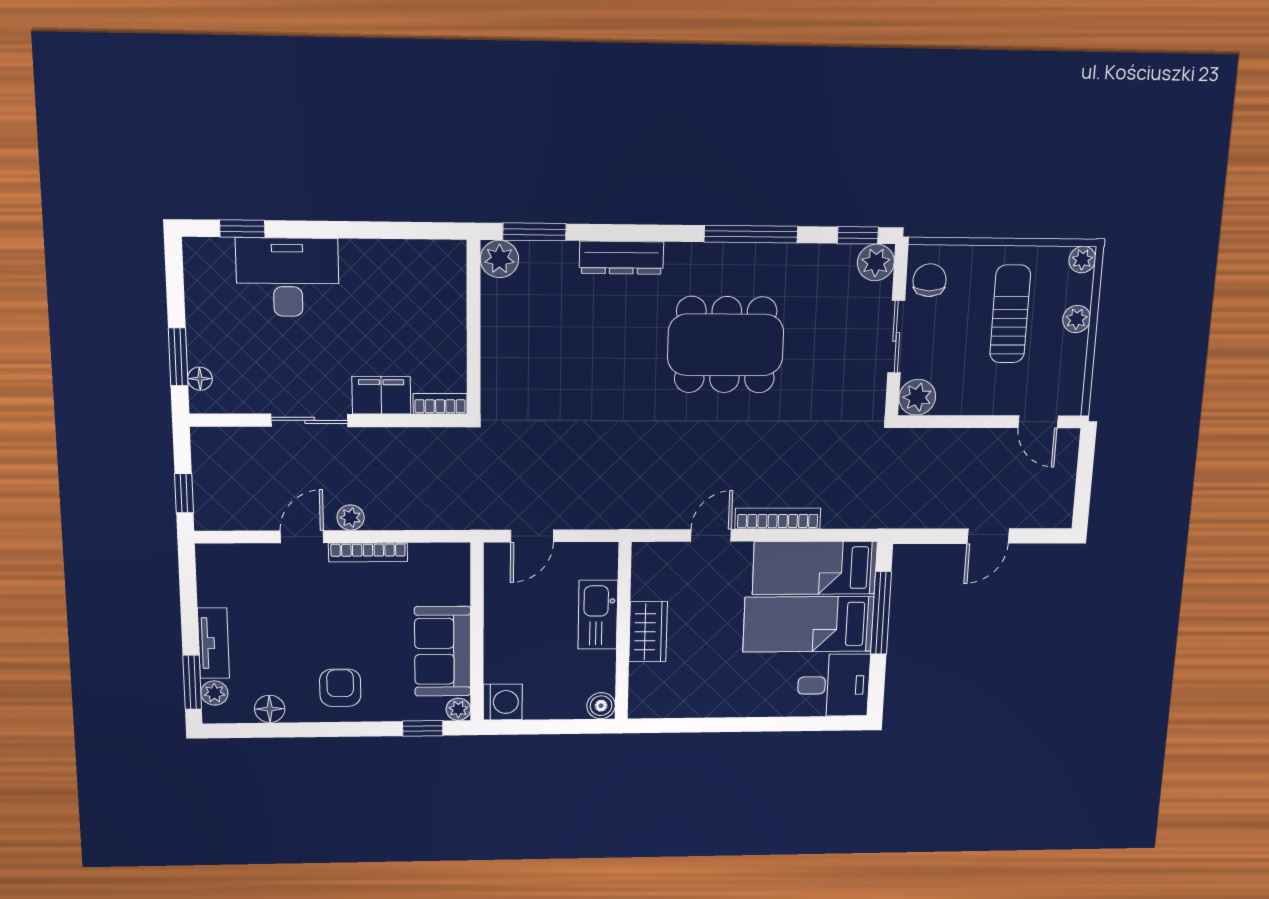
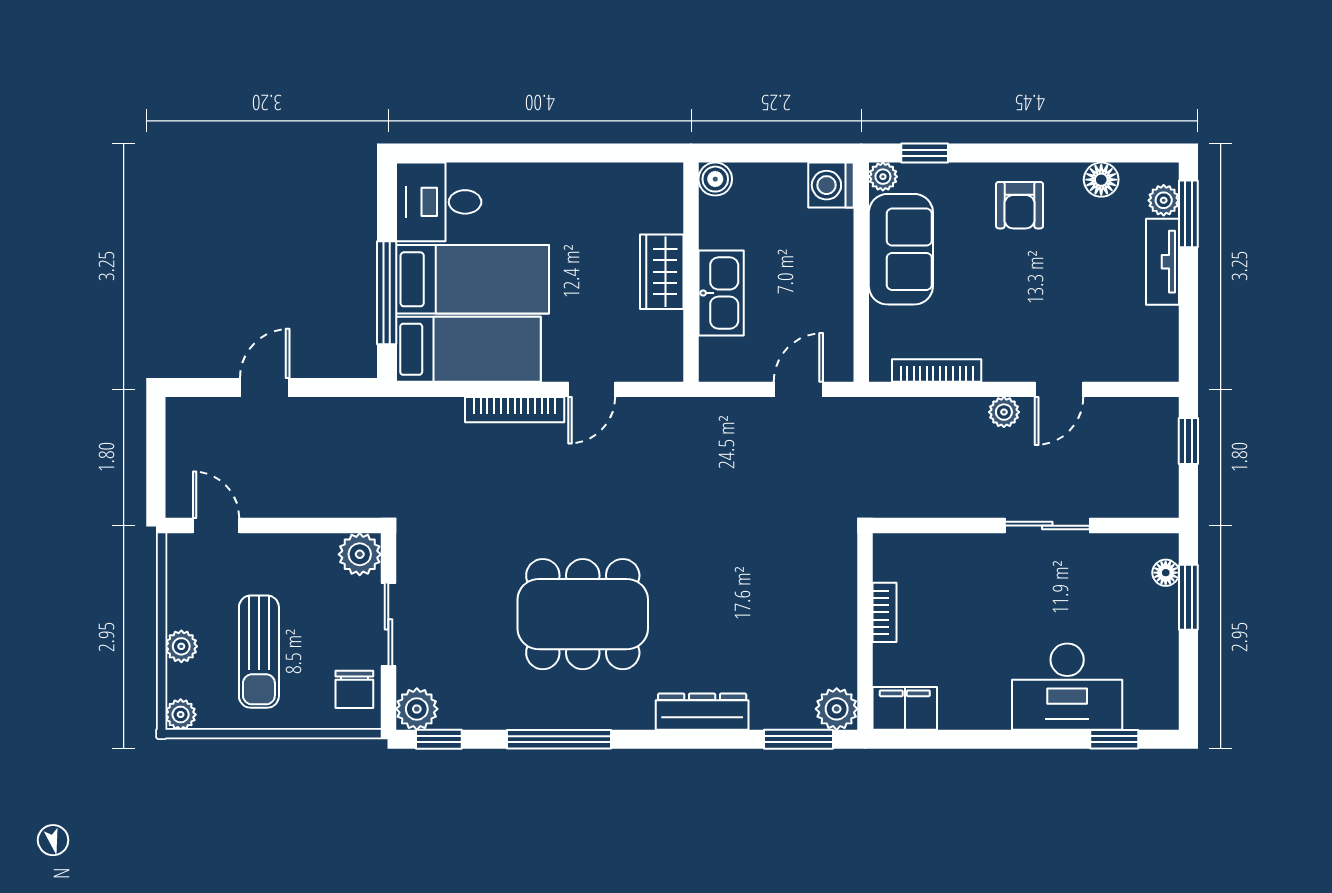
filing cabinet: (381, 395) -> (905, 708), moved, turned 180
bookcase: (440, 404) -> (885, 612), moved, turned -90
bookcase: (368, 552) -> (937, 370), moved

